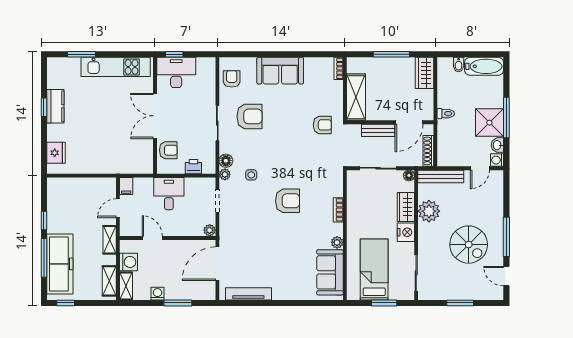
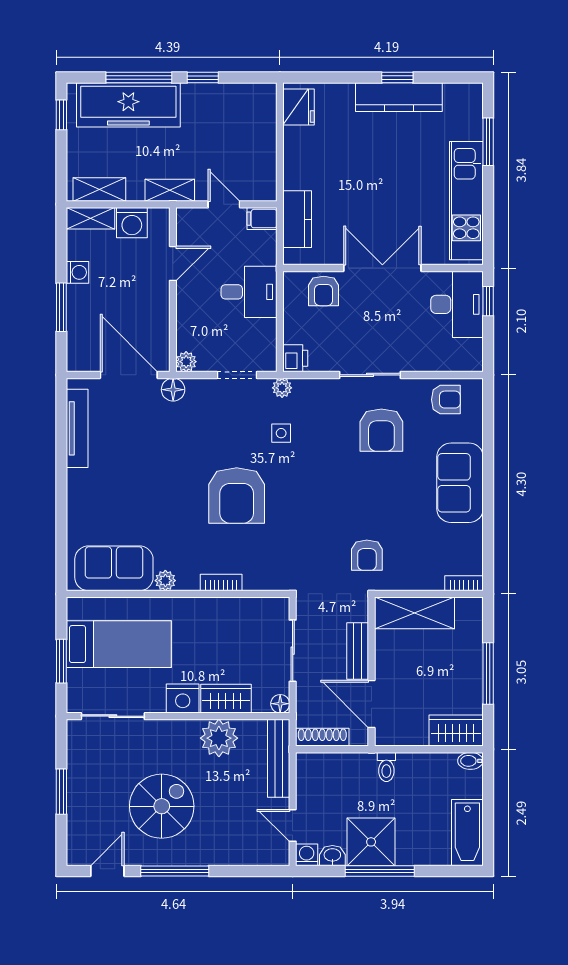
bidet: (459, 65) -> (470, 761), moved
kitchen counter: (55, 106) -> (399, 97), width x1.50
fridge: (56, 153) -> (298, 107), moved, turned -90
floor lamp: (226, 161) -> (173, 390), moved
kitchen counter: (126, 166) -> (297, 219), added
printer: (193, 167) -> (295, 358), moved
armchair: (288, 201) -> (237, 496), width x1.36, depth x1.36
spiral stairs: (469, 245) -> (162, 806), turned 180

